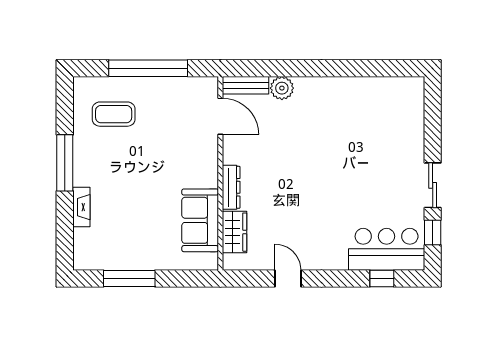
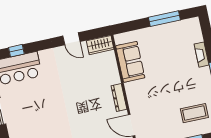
dresser: (231, 187) -> (119, 98), moved
wardrobe: (235, 232) -> (100, 45), moved, turned -90

